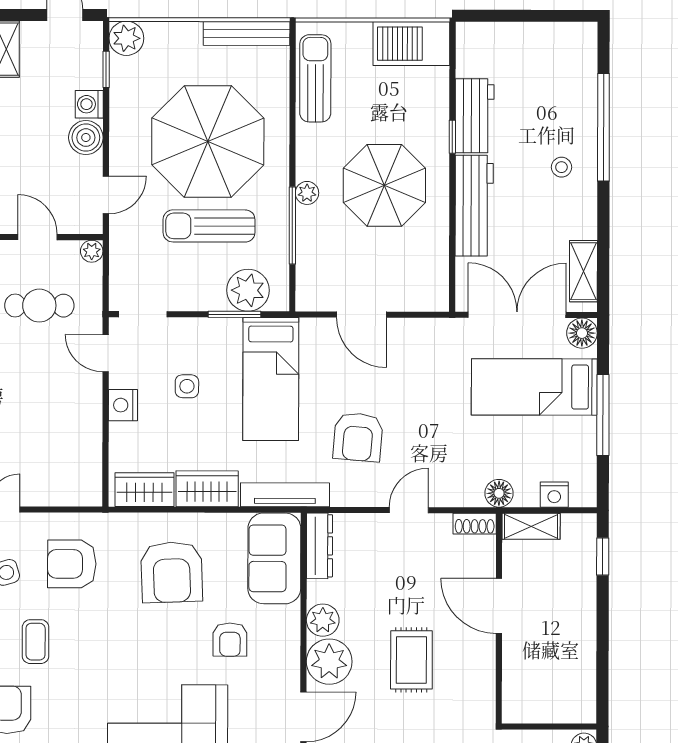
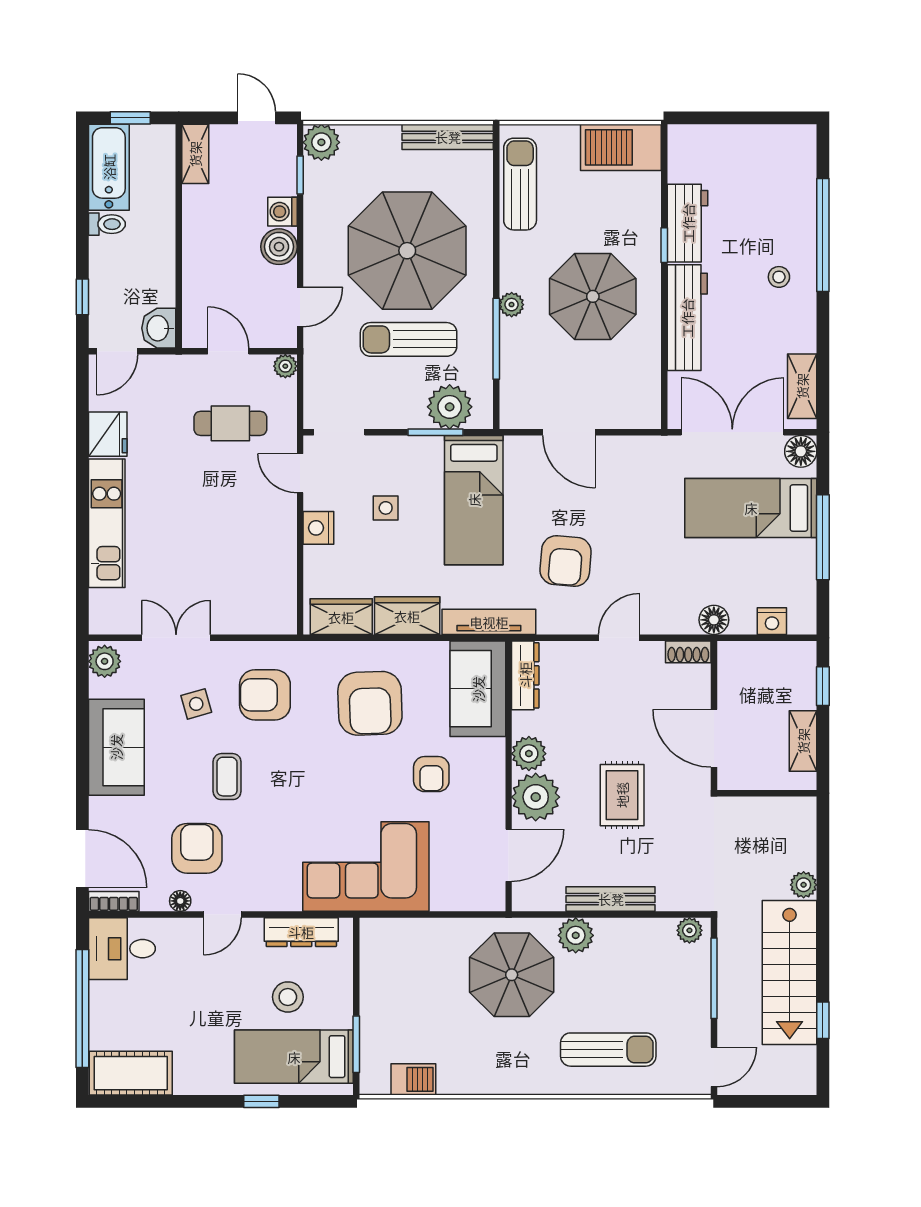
shelving: (531, 526) -> (803, 741), moved, turned 90
wall: (549, 726) -> (767, 793), moved

